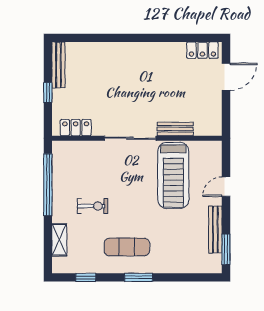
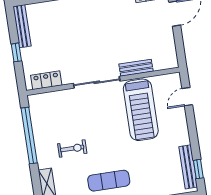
door: (226, 187) -> (187, 97), moved
bench: (215, 229) -> (188, 167), moved
window: (226, 249) -> (198, 169), width x0.67

